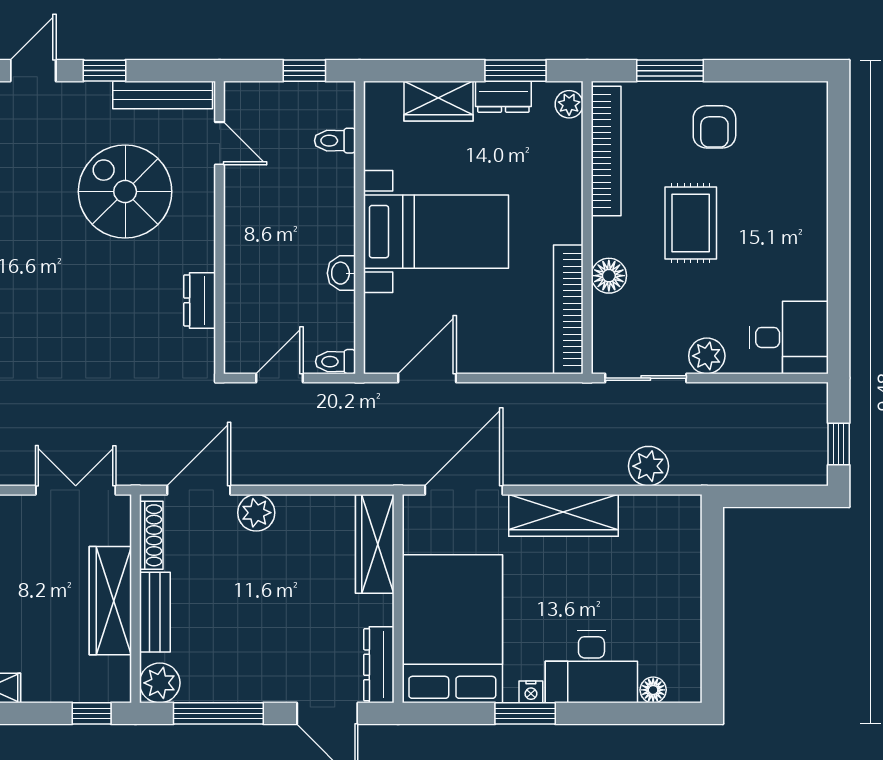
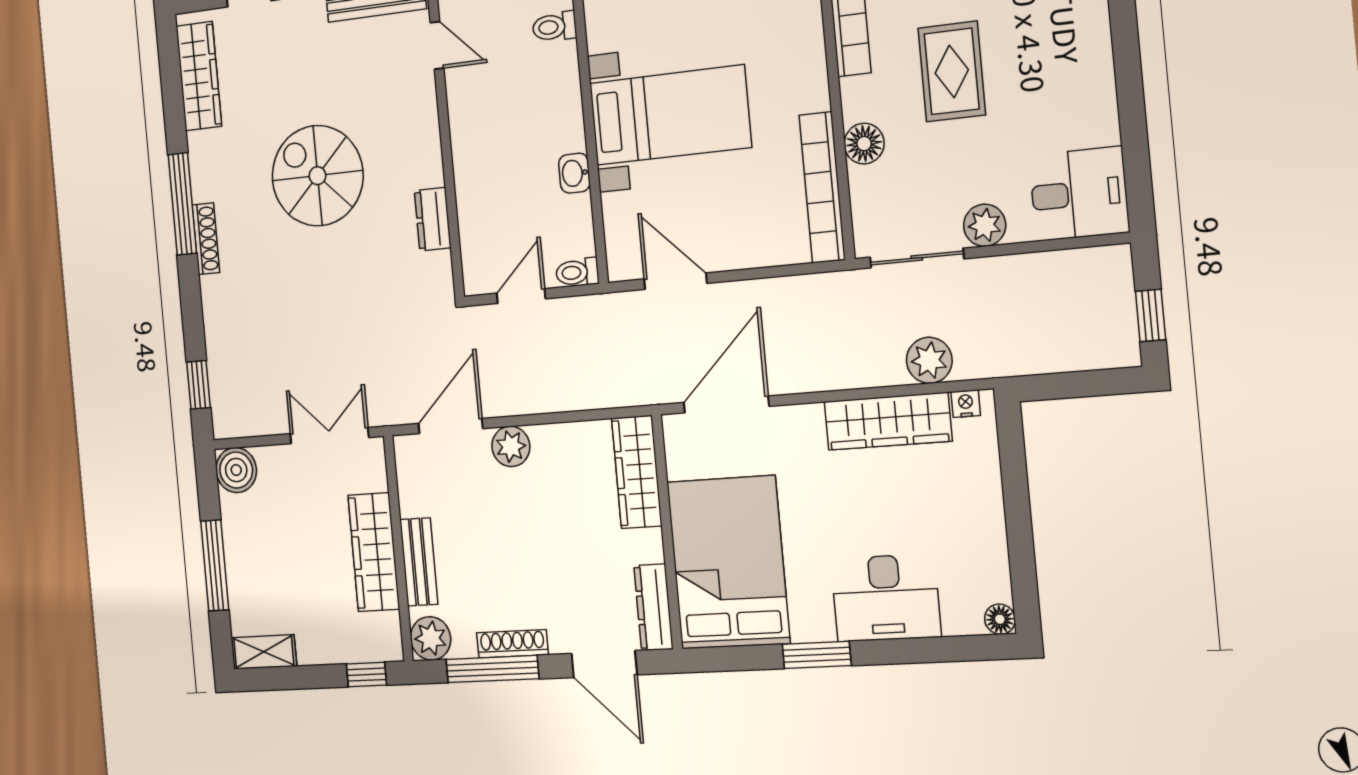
spiral stairs: (125, 192) -> (318, 176), moved
door: (427, 378) -> (675, 281), hinge flipped
wardrobe: (563, 515) -> (888, 421), moved
shoe rack: (151, 535) -> (512, 644), moved, turned -90
floor lamp: (653, 690) -> (1000, 619), moved
nightstand: (531, 692) -> (966, 404), moved, turned 180

